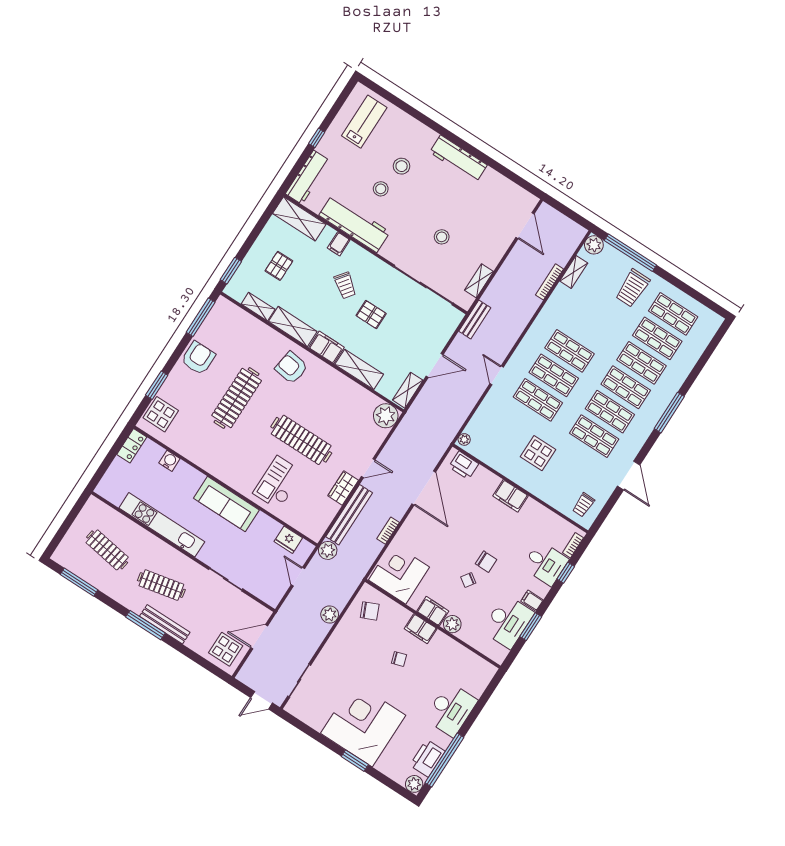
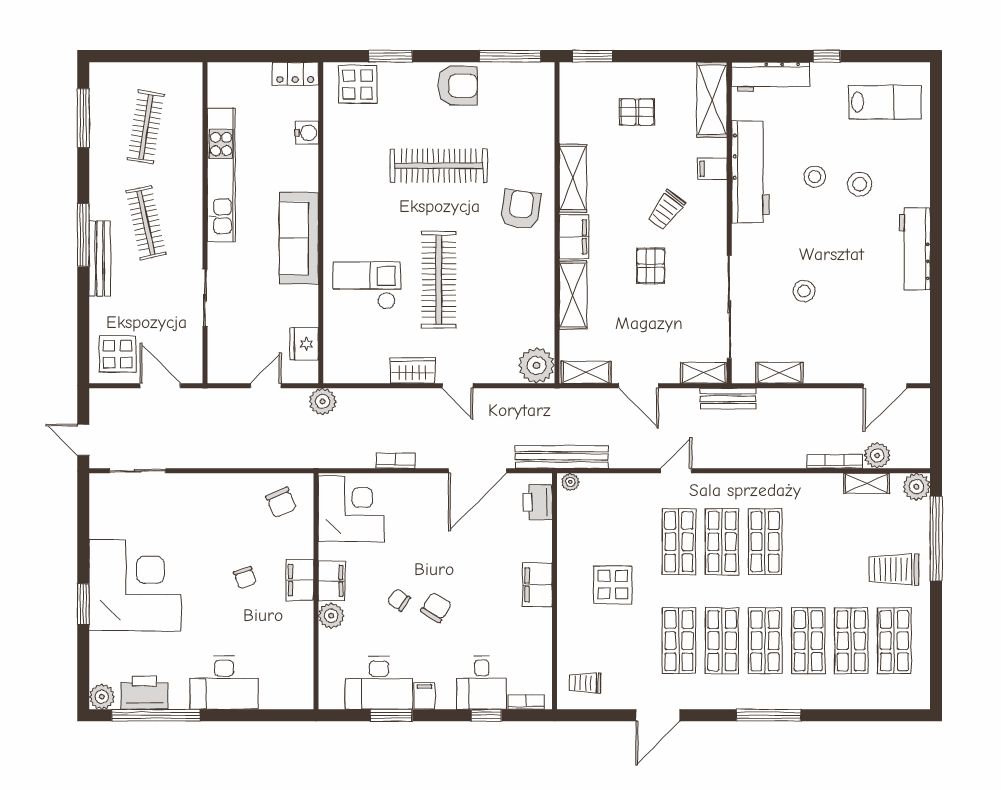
shelving: (258, 307) -> (704, 373), moved, turned 90
bench: (349, 515) -> (562, 457), moved
chair: (486, 562) -> (436, 607), turned -148
plant: (330, 614) -> (877, 455), moved

